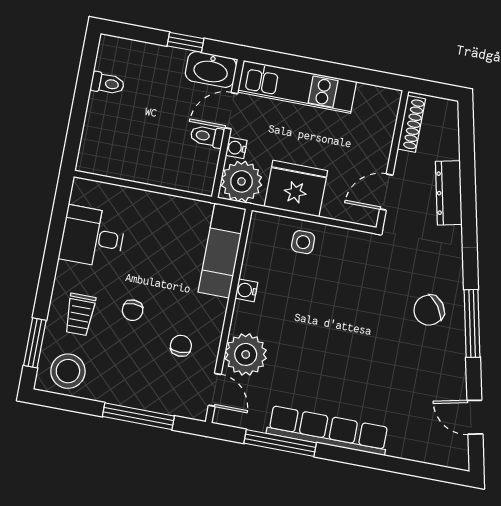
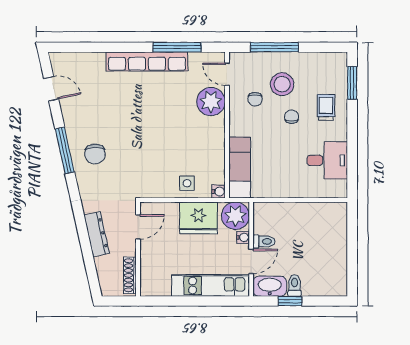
toilet: (107, 83) -> (295, 286), moved, turned 90
water cooler: (246, 290) -> (219, 192), moved
chair: (429, 310) -> (95, 154), turned 126
stool: (68, 371) -> (282, 84), moved

